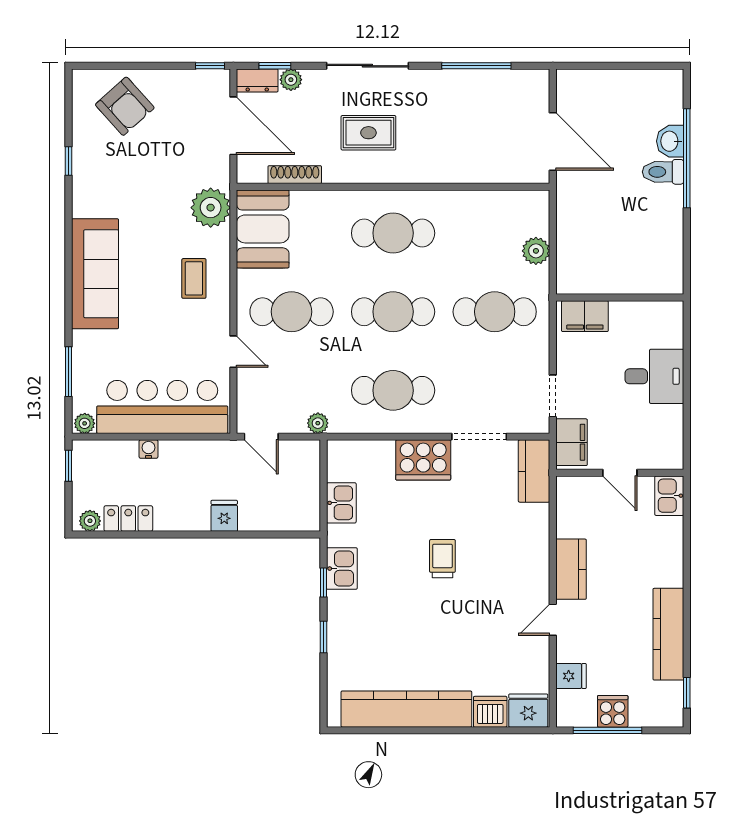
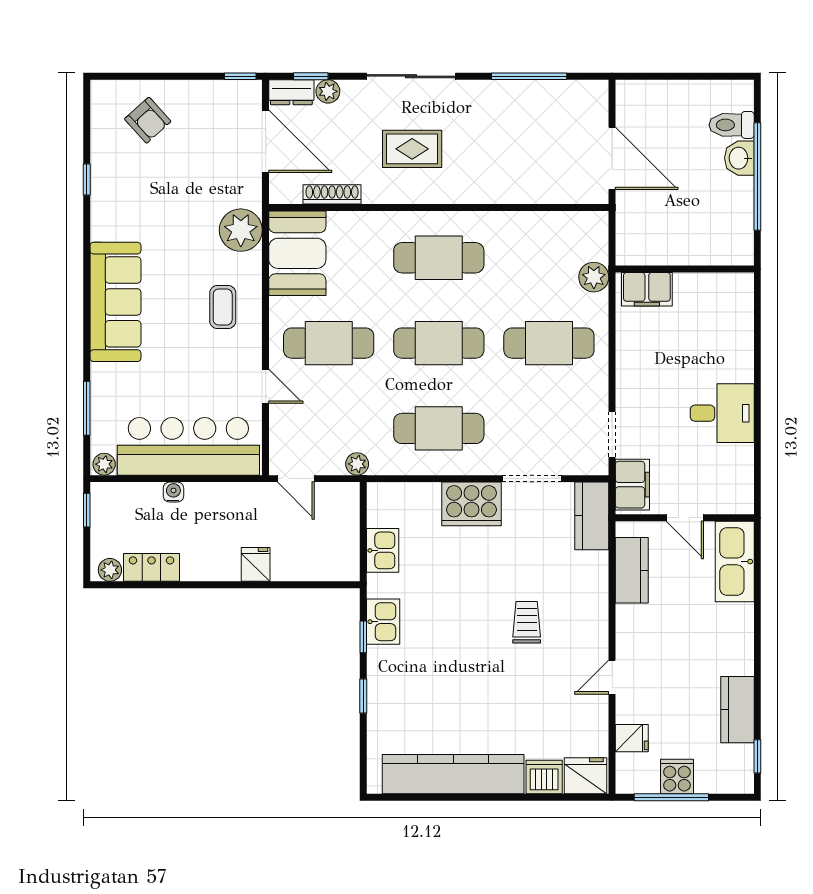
armchair: (125, 106) -> (148, 120), width x0.72, depth x0.72
toilet: (663, 172) -> (732, 125), moved
wall: (620, 298) -> (685, 269), moved
filing cabinet: (585, 316) -> (647, 289), moved
kitchen sink: (669, 496) -> (735, 561), width x1.87, depth x1.24
trolley: (442, 559) -> (527, 622), moved
kitchen counter: (571, 569) -> (632, 570), moved
kitchen counter: (668, 634) -> (737, 710), width x0.67

